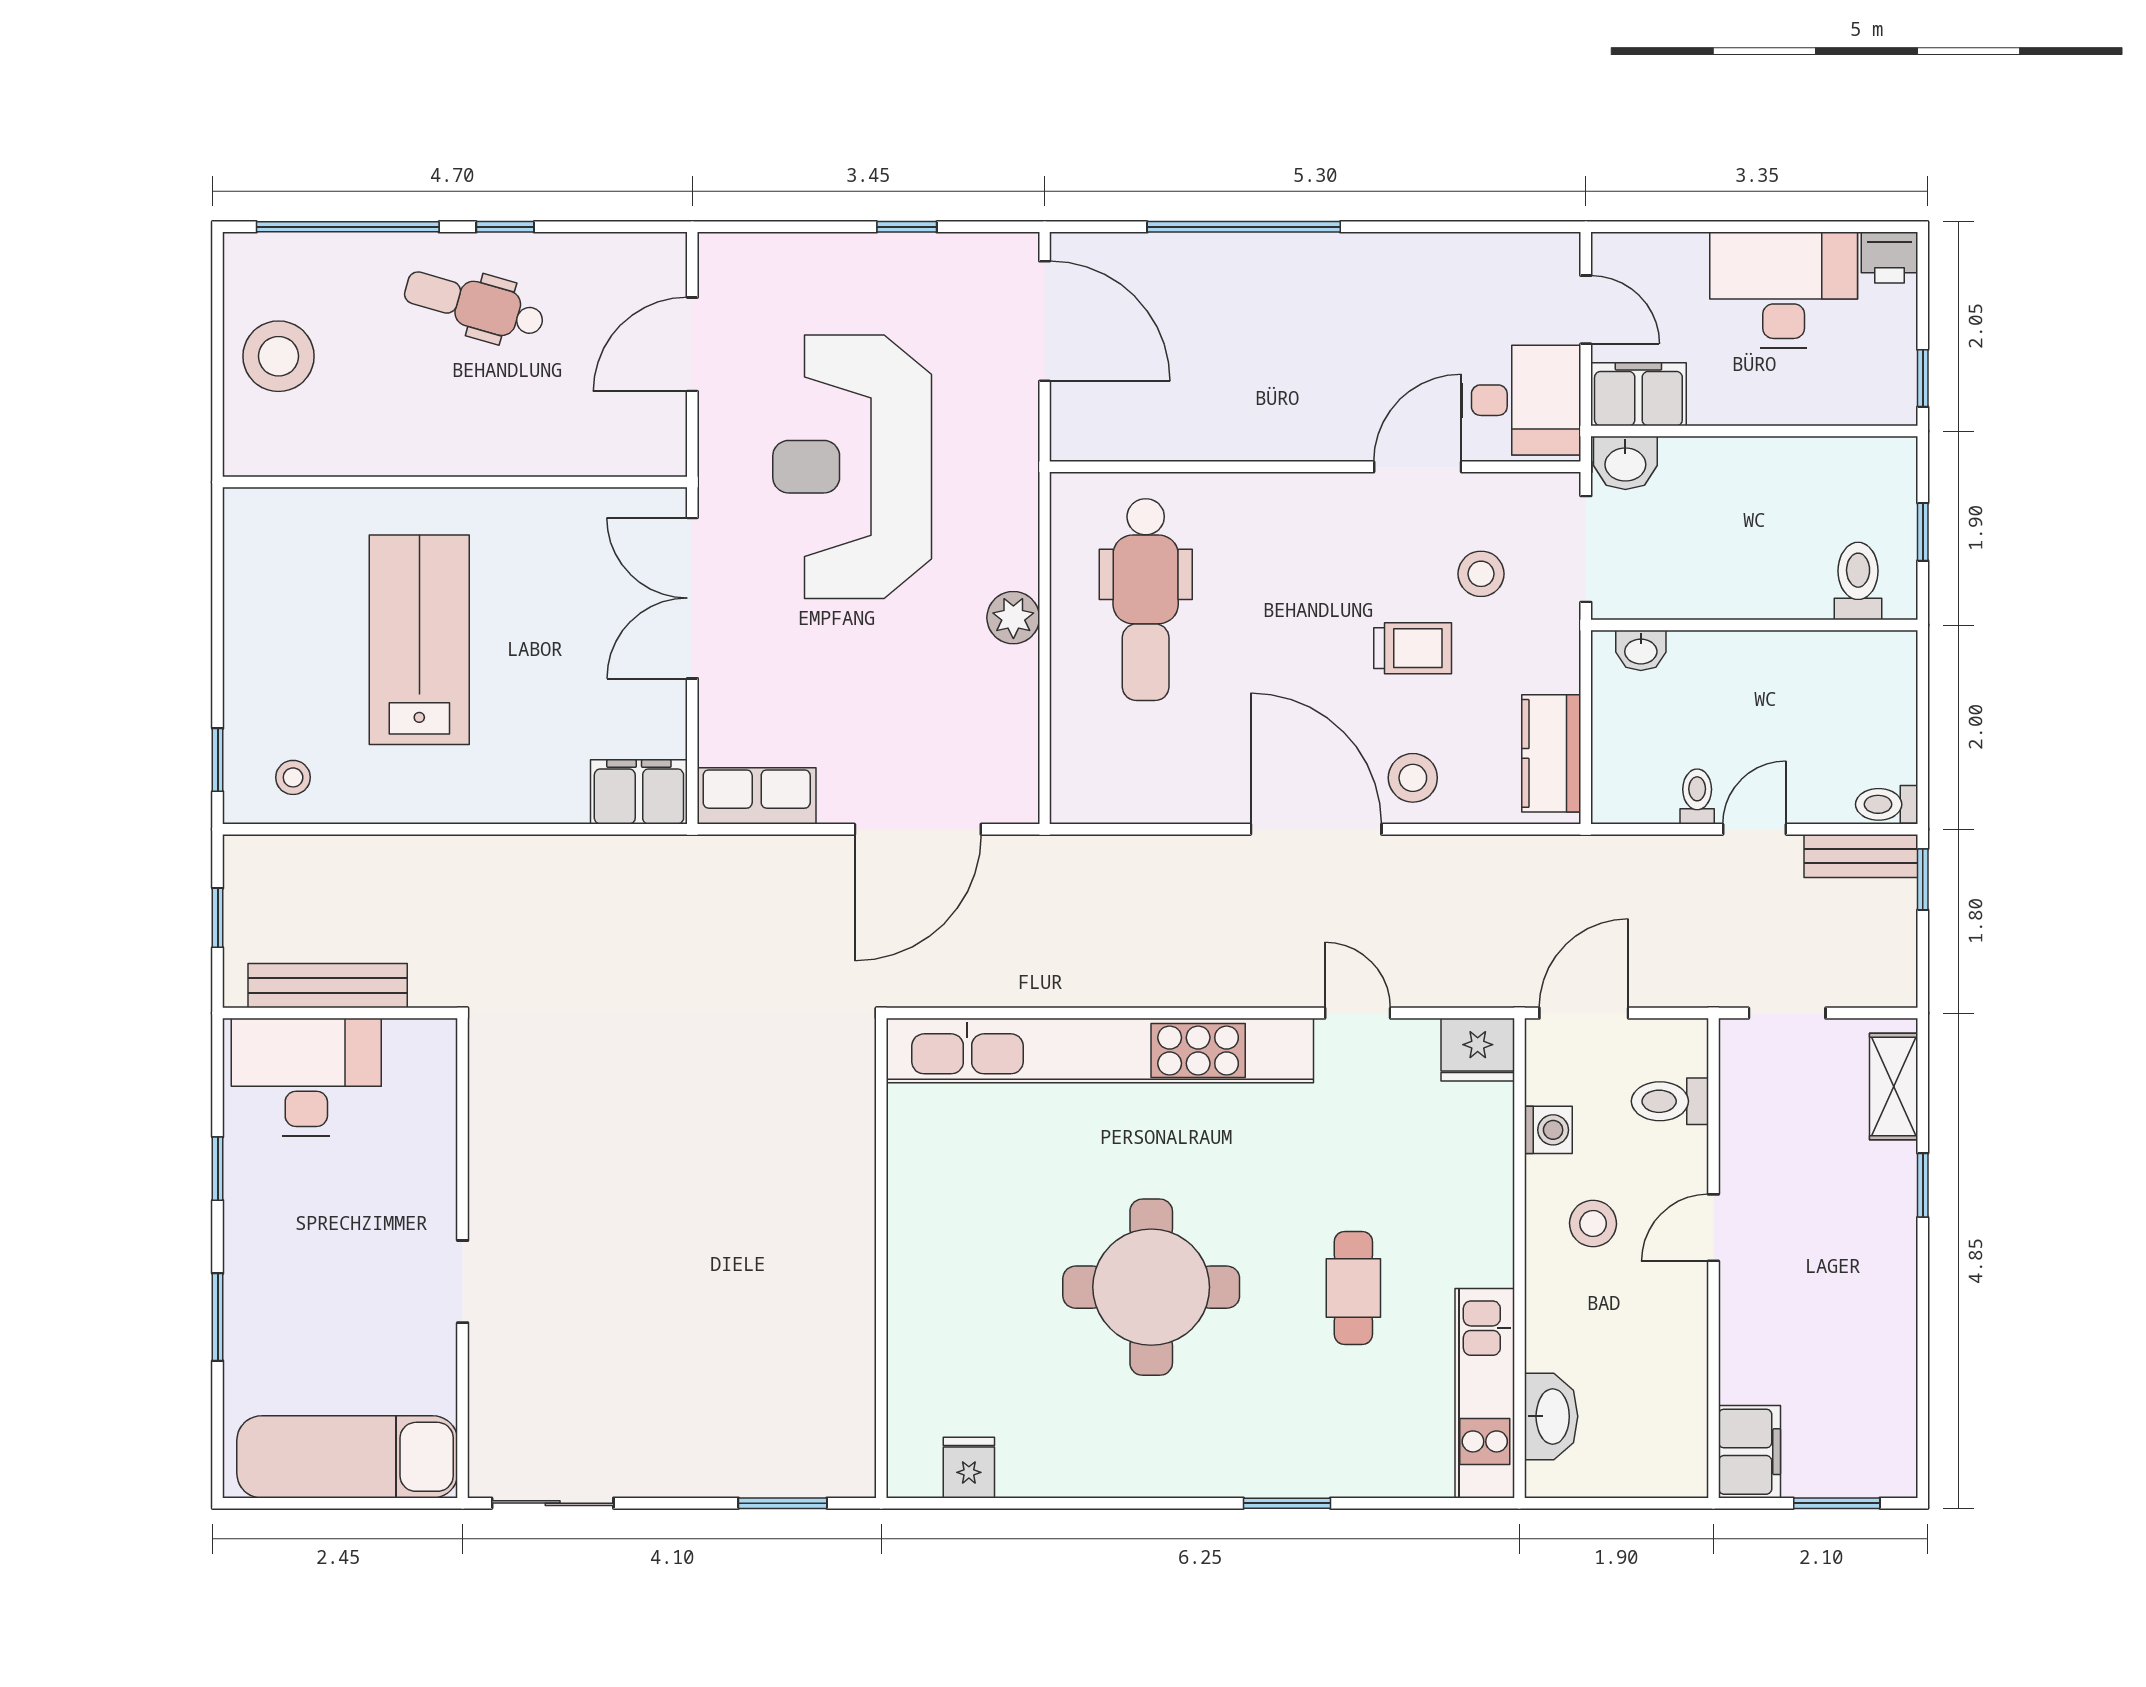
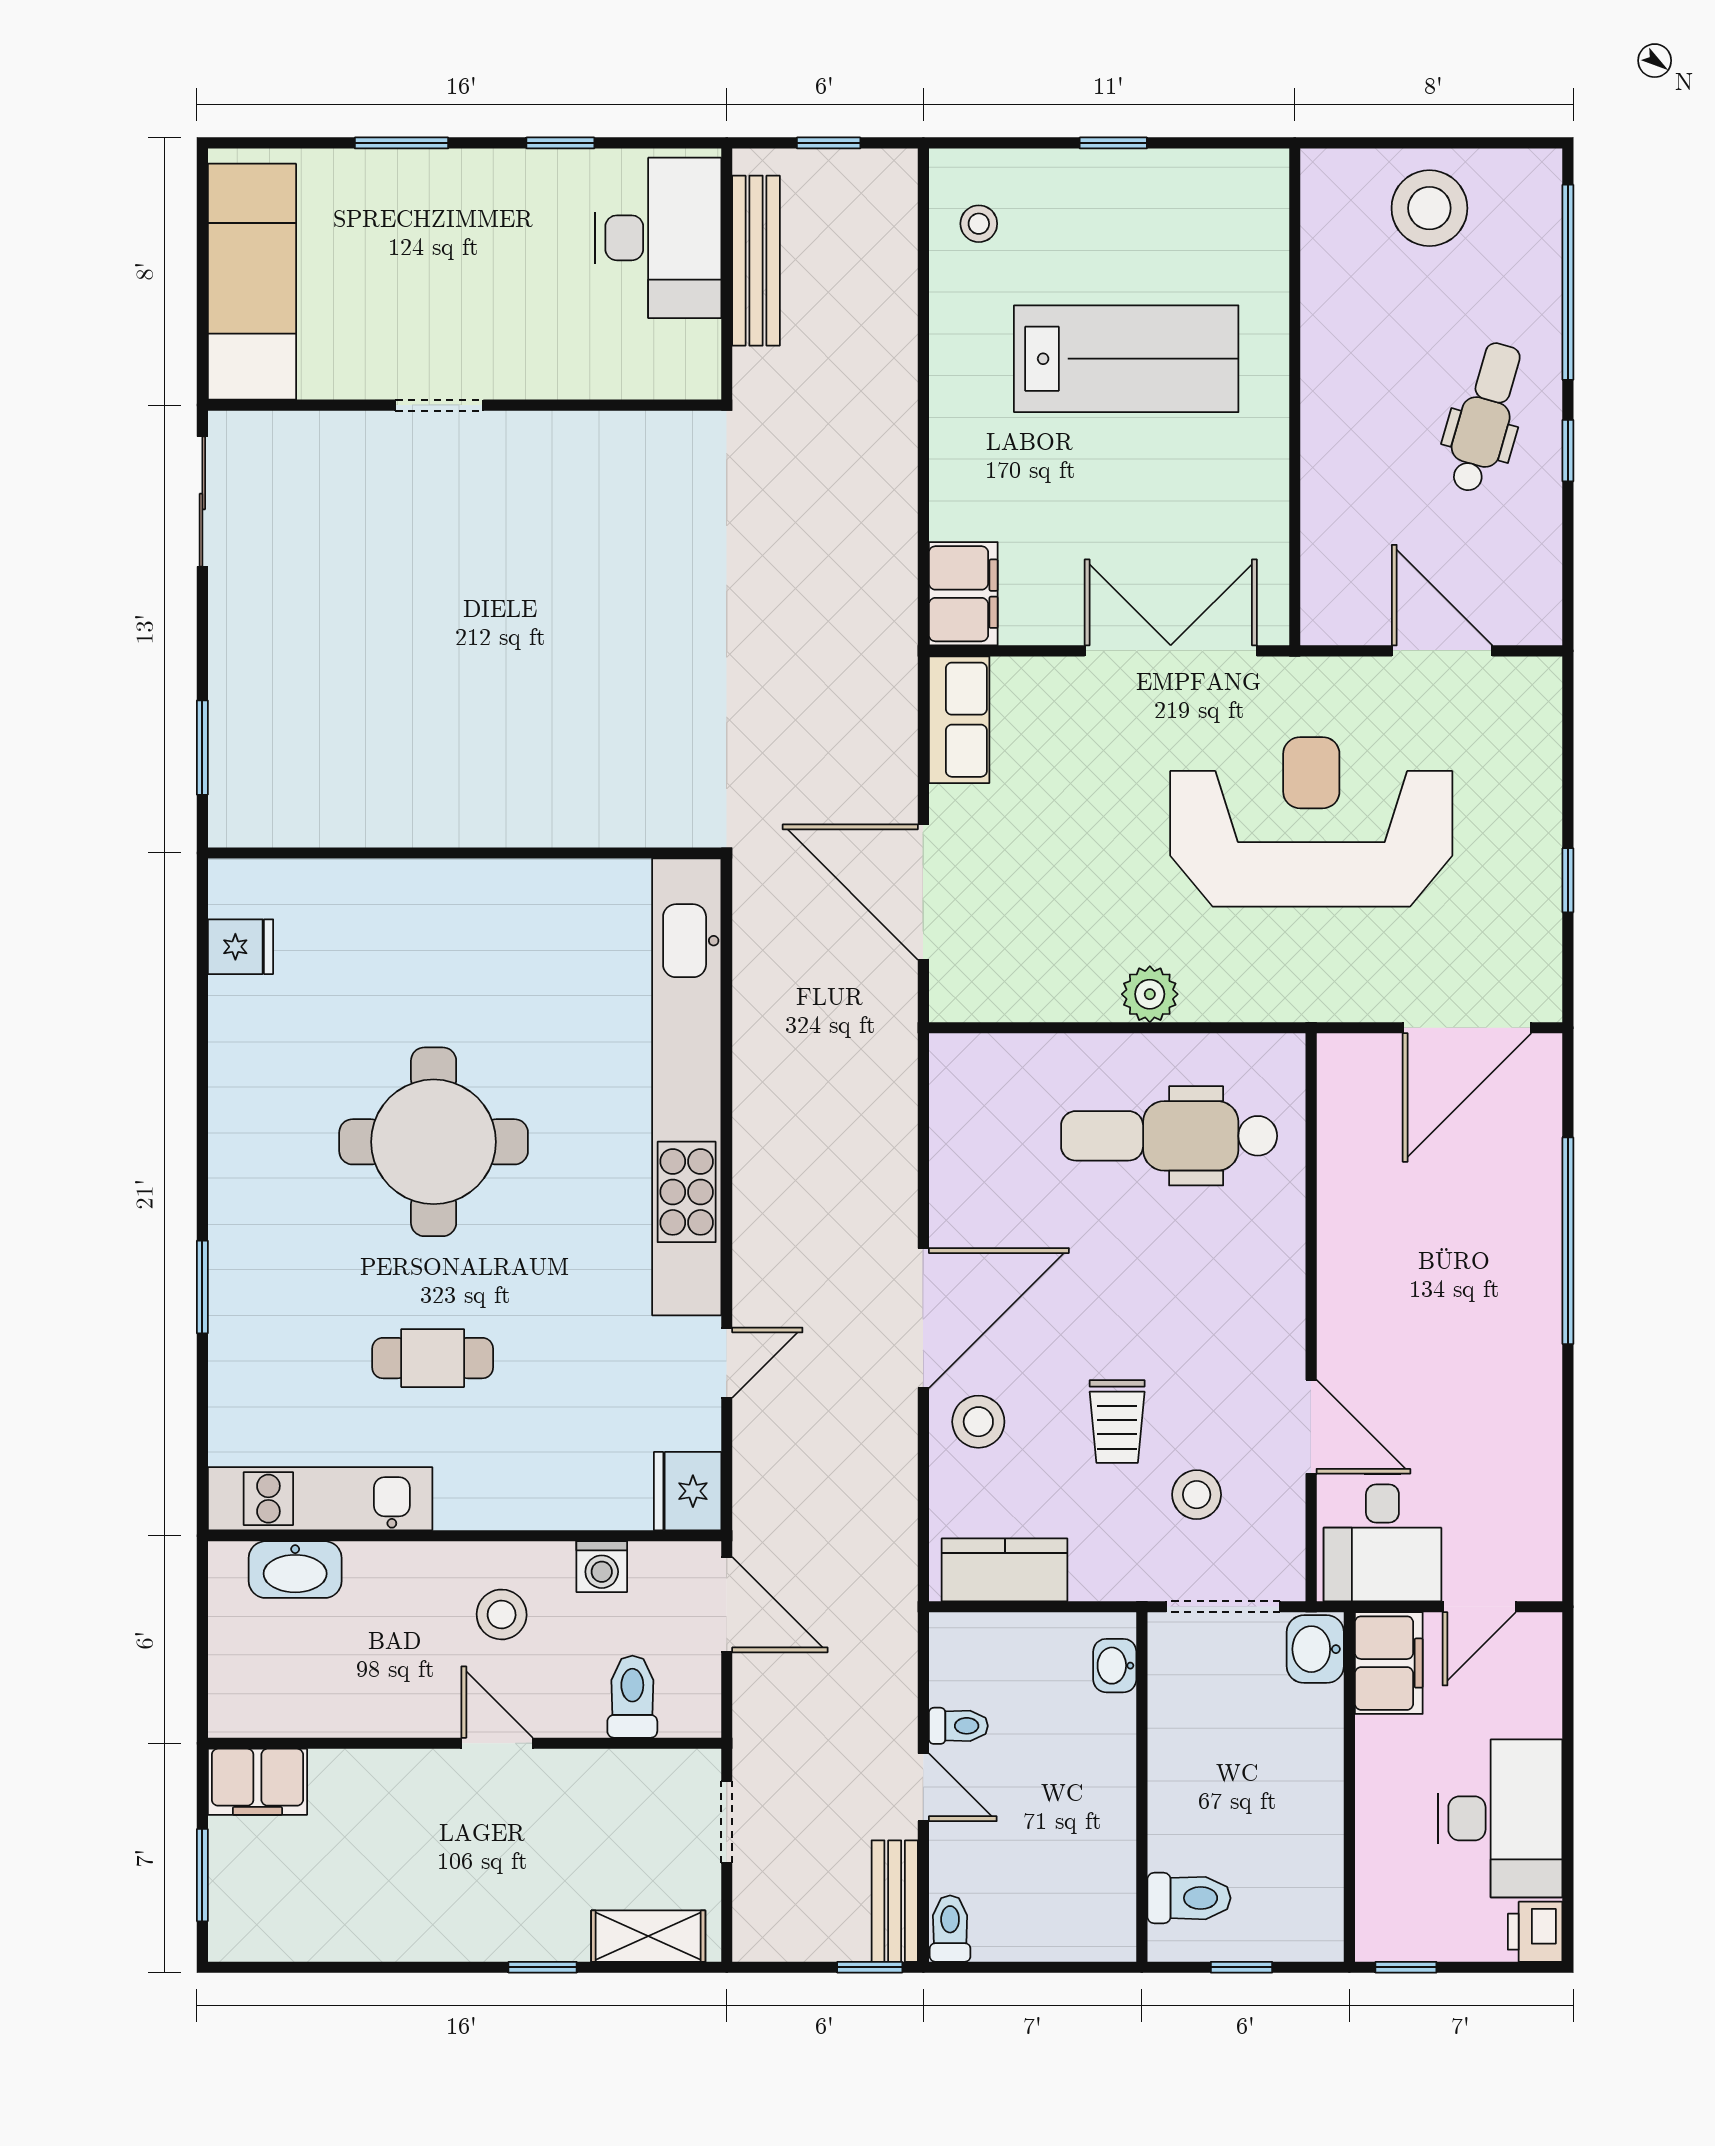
window: (218, 760) -> (1113, 143), moved

